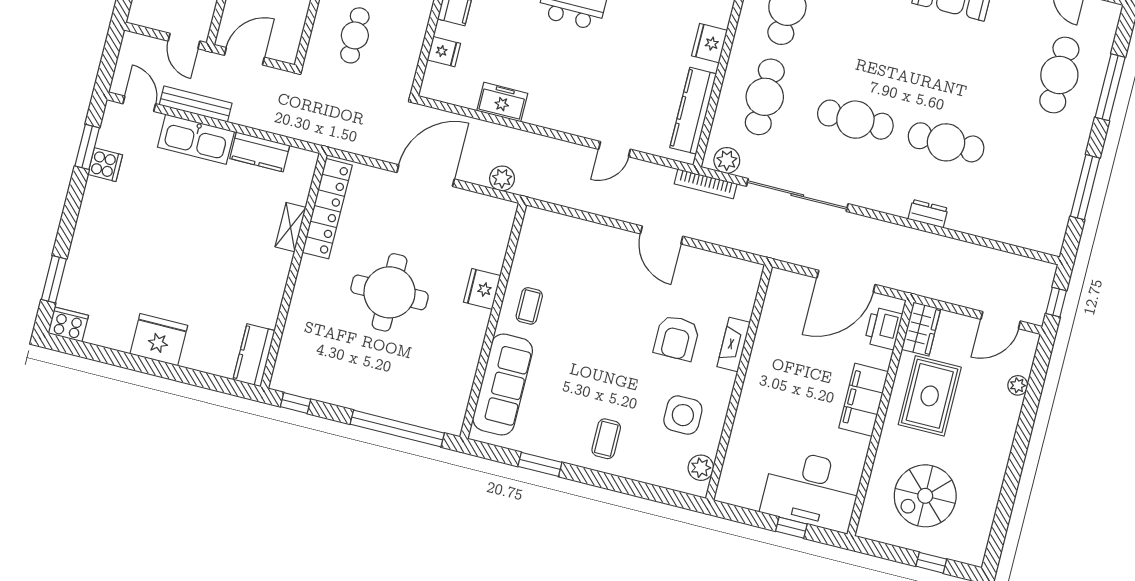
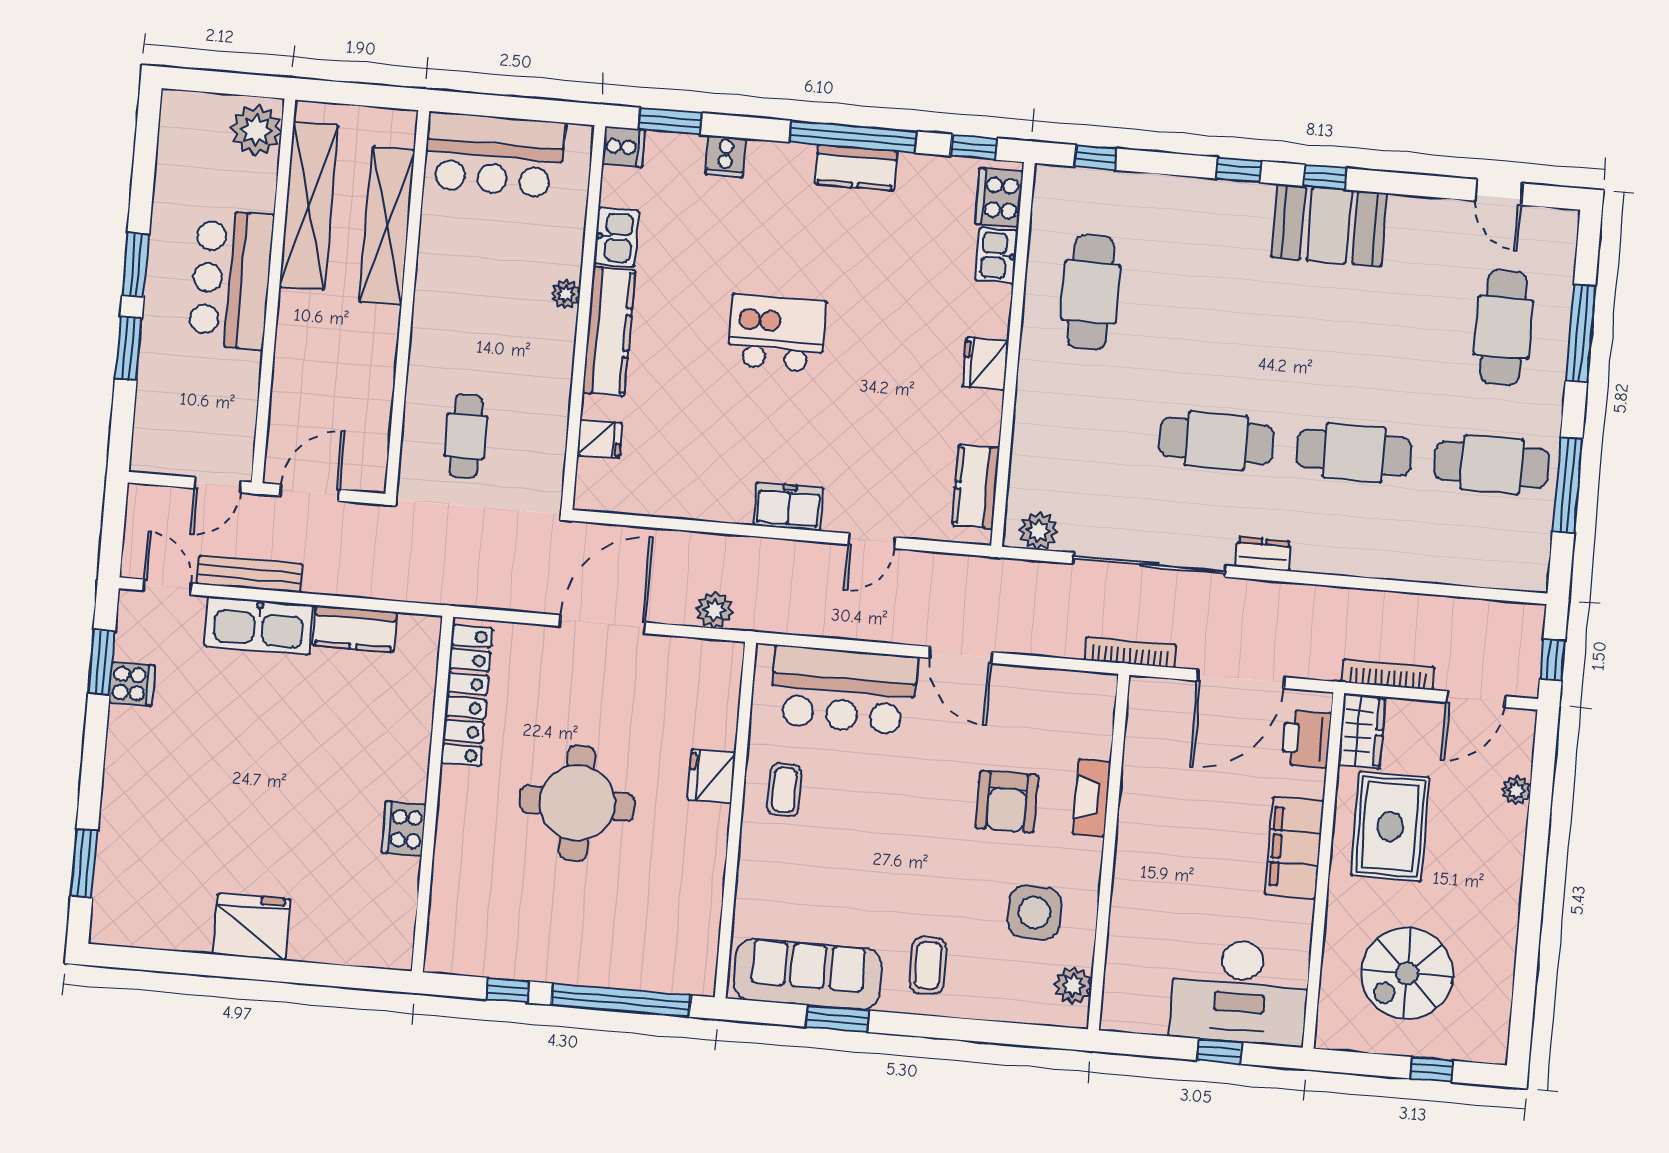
door: (184, 41) -> (218, 485), hinge flipped
cafe table: (765, 97) -> (1492, 464), moved, turned 90
freezer: (502, 102) -> (789, 507), moved
kitchen counter: (693, 111) -> (976, 487), width x0.67
bookcase: (706, 184) -> (1130, 653), moved, turned 180
dresser: (928, 214) -> (1263, 554), moved
shelving: (290, 227) -> (417, 731), removed
bar counter: (580, 246) -> (844, 690), added
bookcase: (945, 294) -> (1388, 675), added
cooker: (68, 324) -> (404, 829), moved, turned -90
kitchen counter: (254, 355) -> (394, 927), removed
sofa: (503, 385) -> (808, 974), moved, turned -90
window: (296, 403) -> (508, 990), moved

